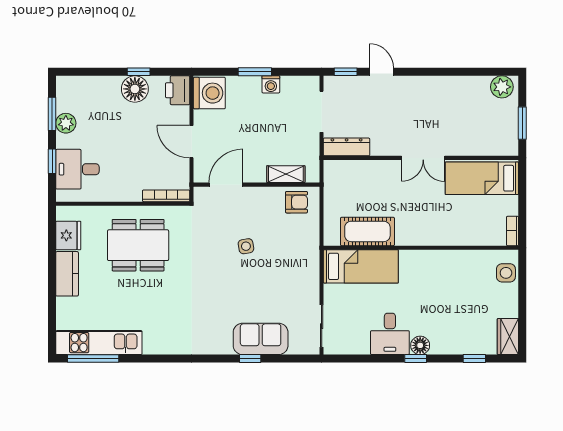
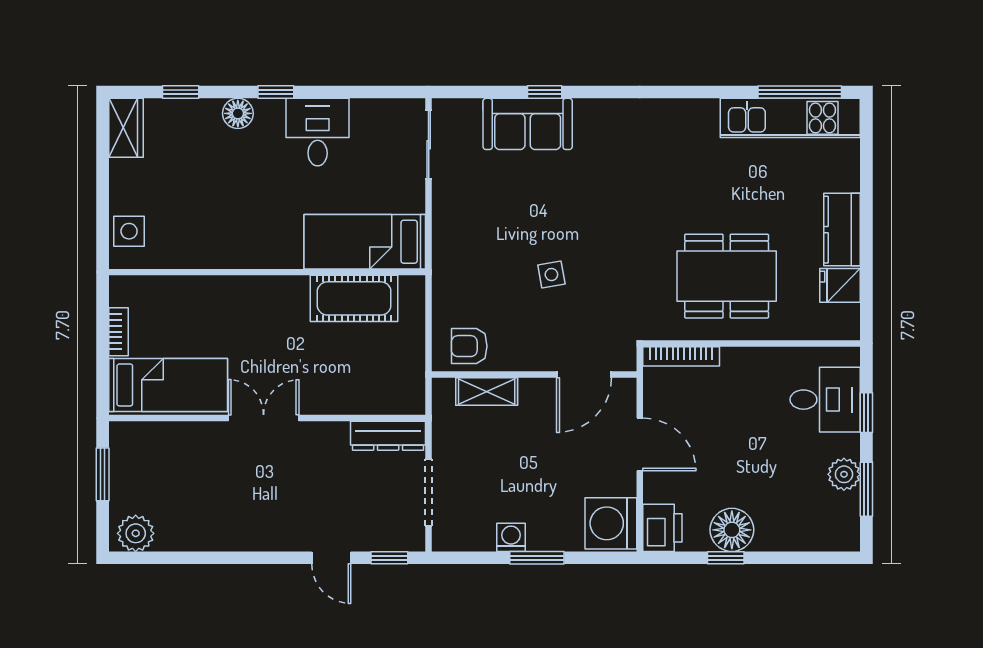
bookcase: (513, 231) -> (118, 332), moved
fridge: (68, 235) -> (840, 285), width x0.72
floor lamp: (420, 345) -> (238, 113), moved

